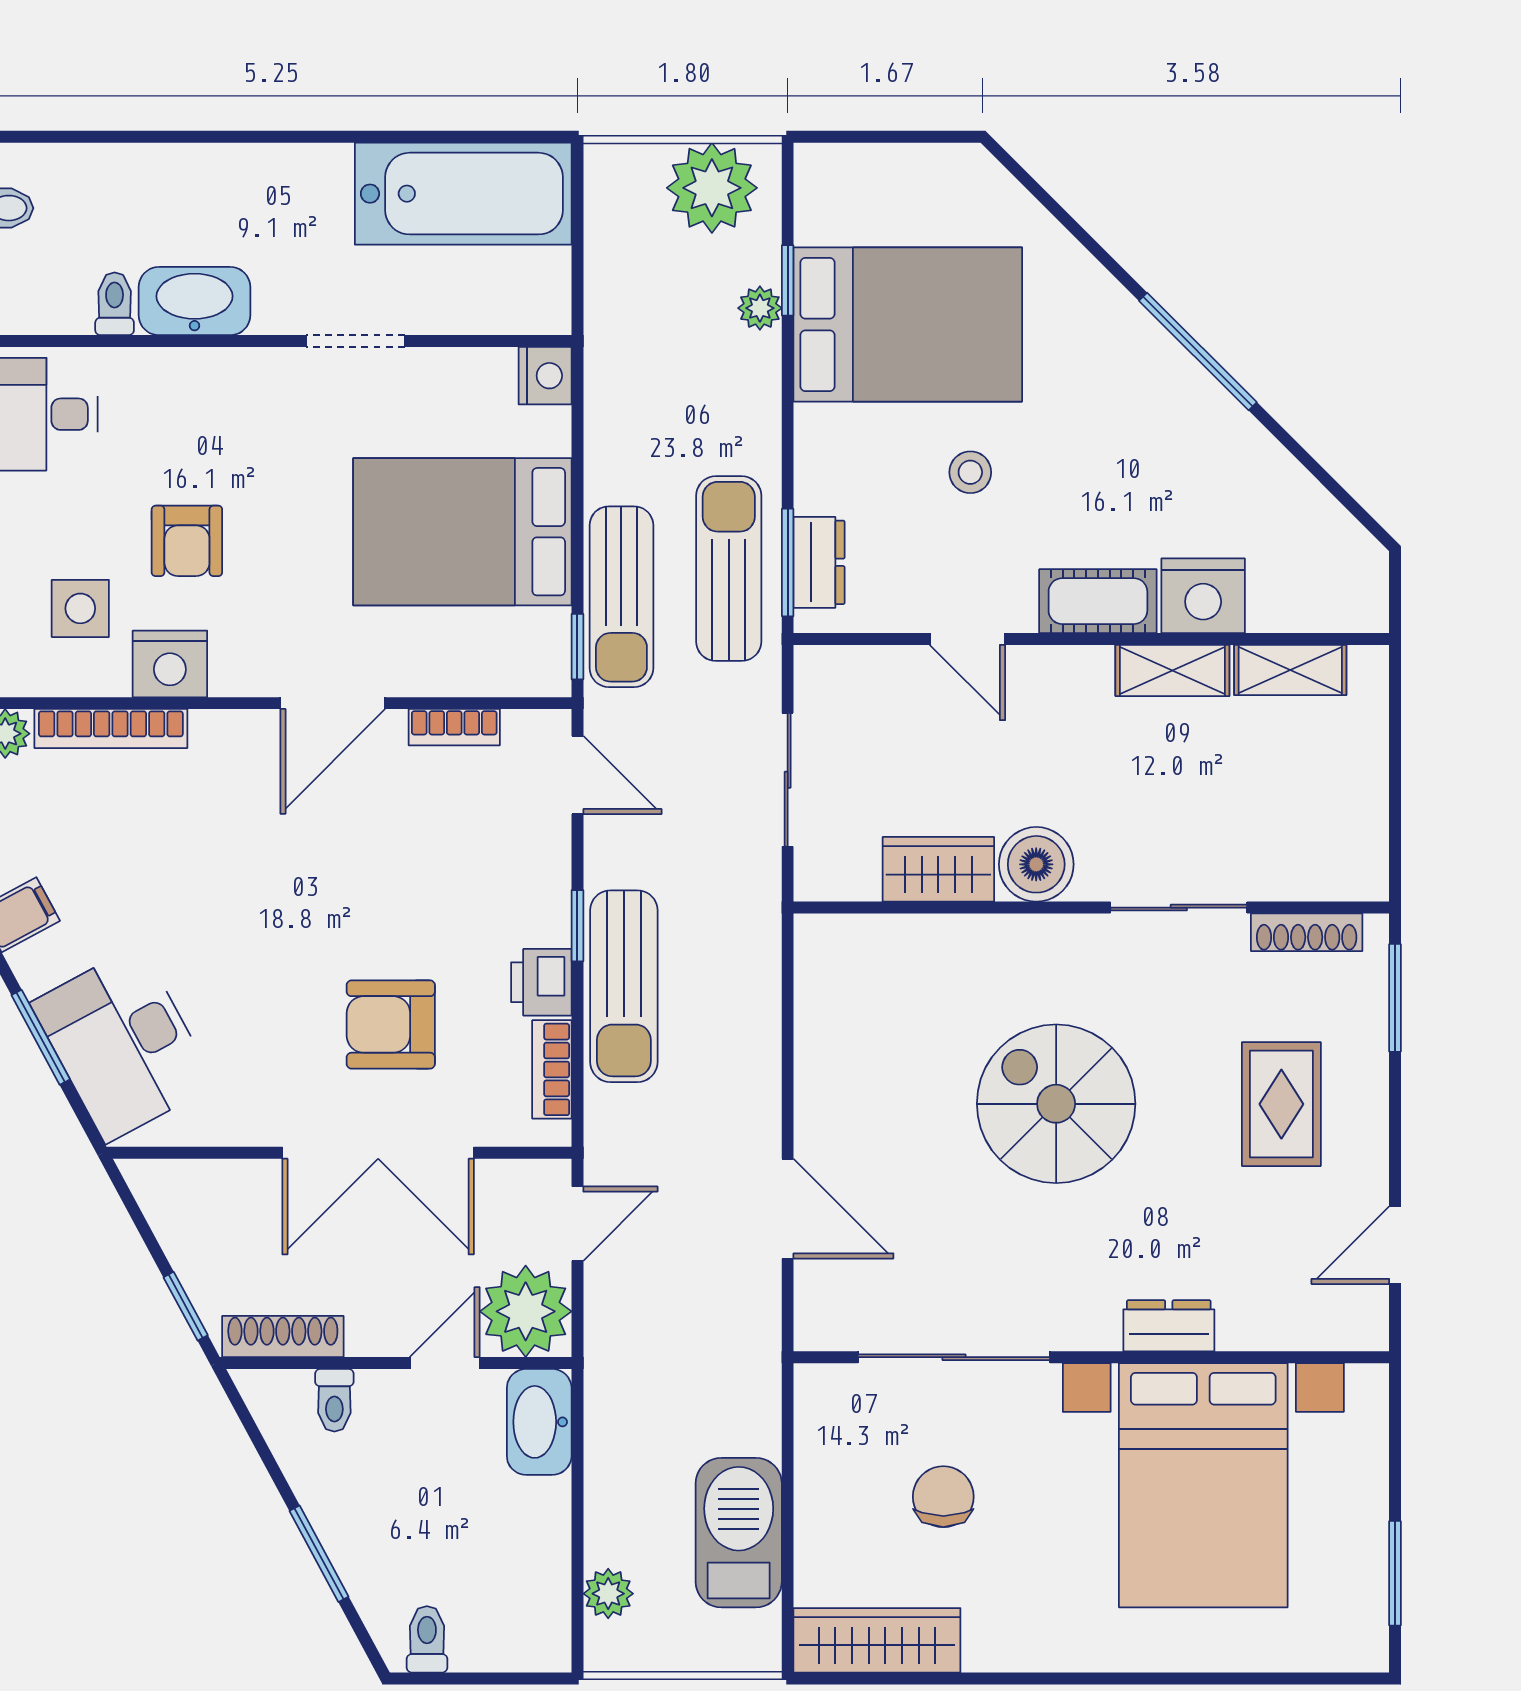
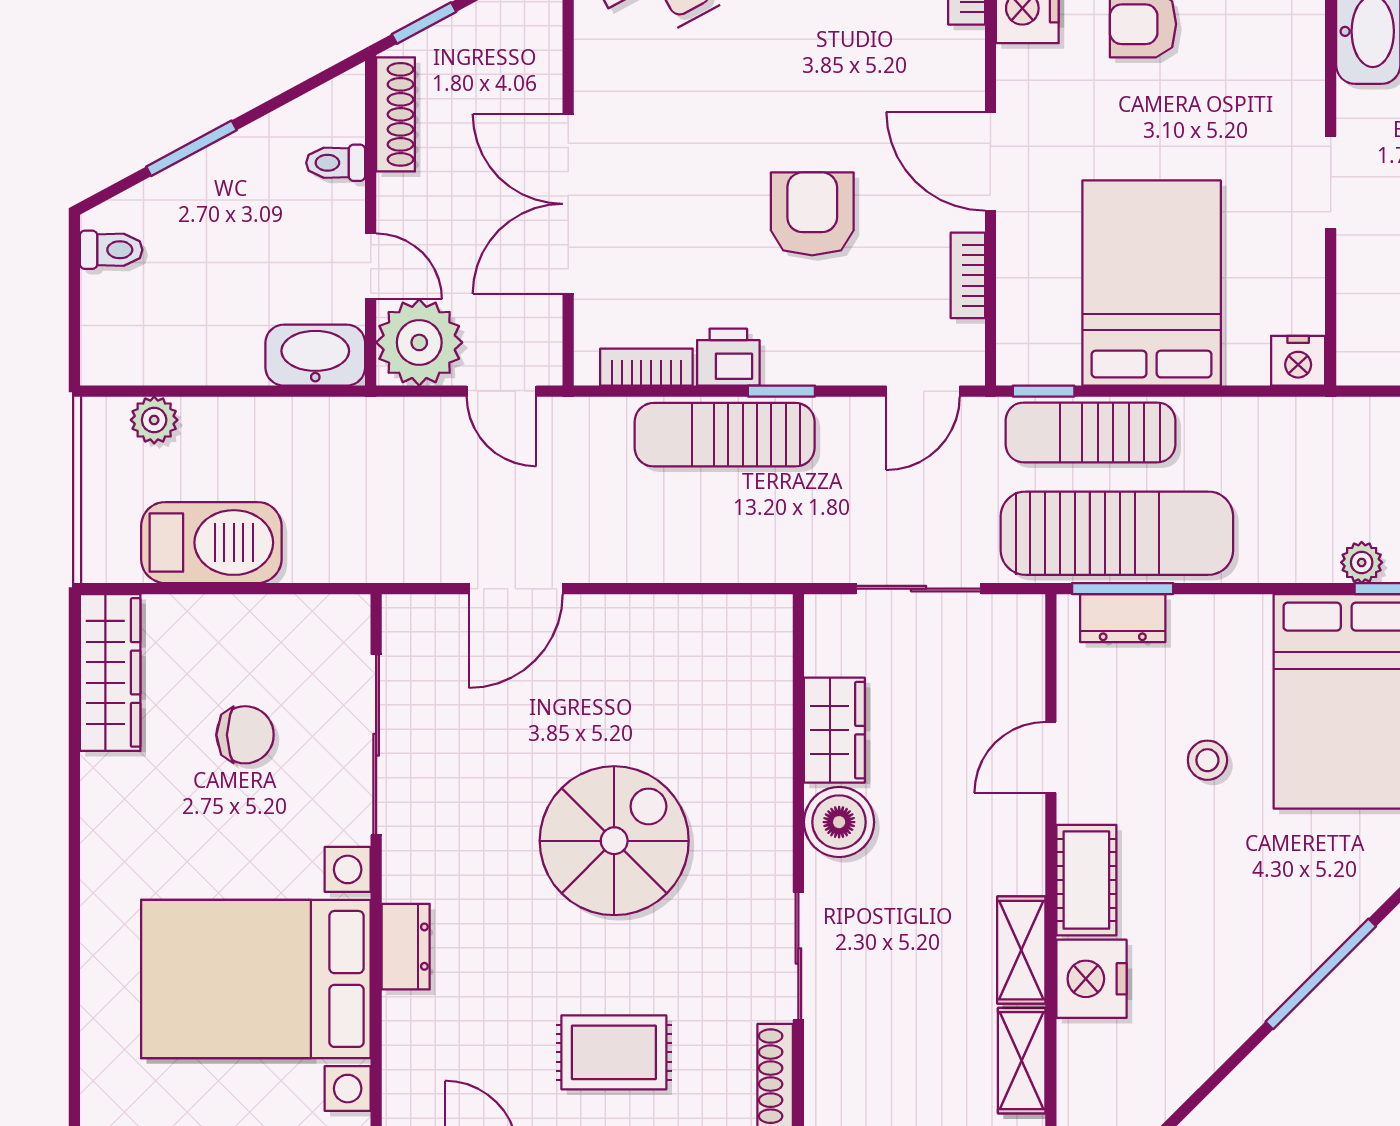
sun lounger: (729, 569) -> (1117, 533), width x1.36, depth x1.34
armchair: (391, 1024) -> (812, 214), moved

